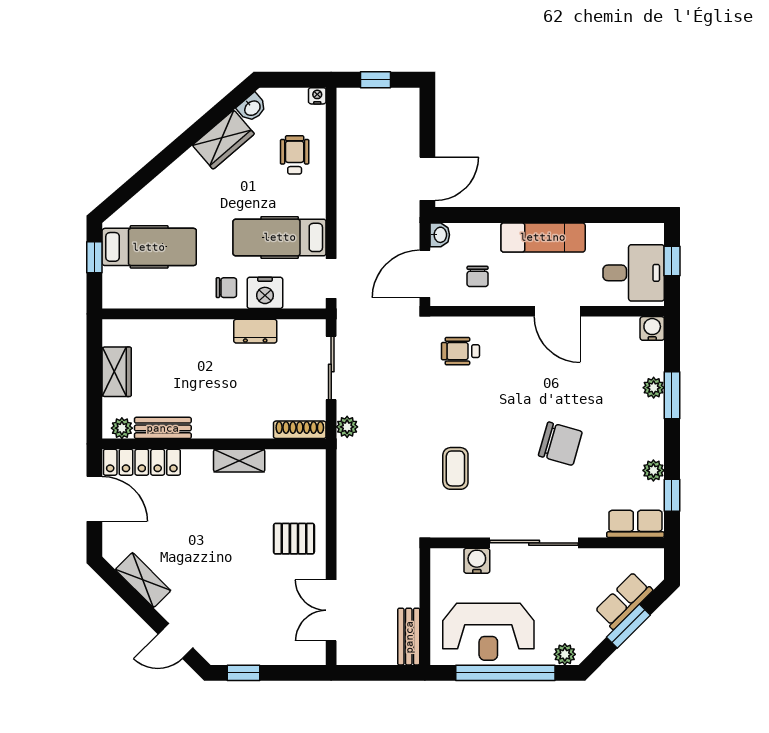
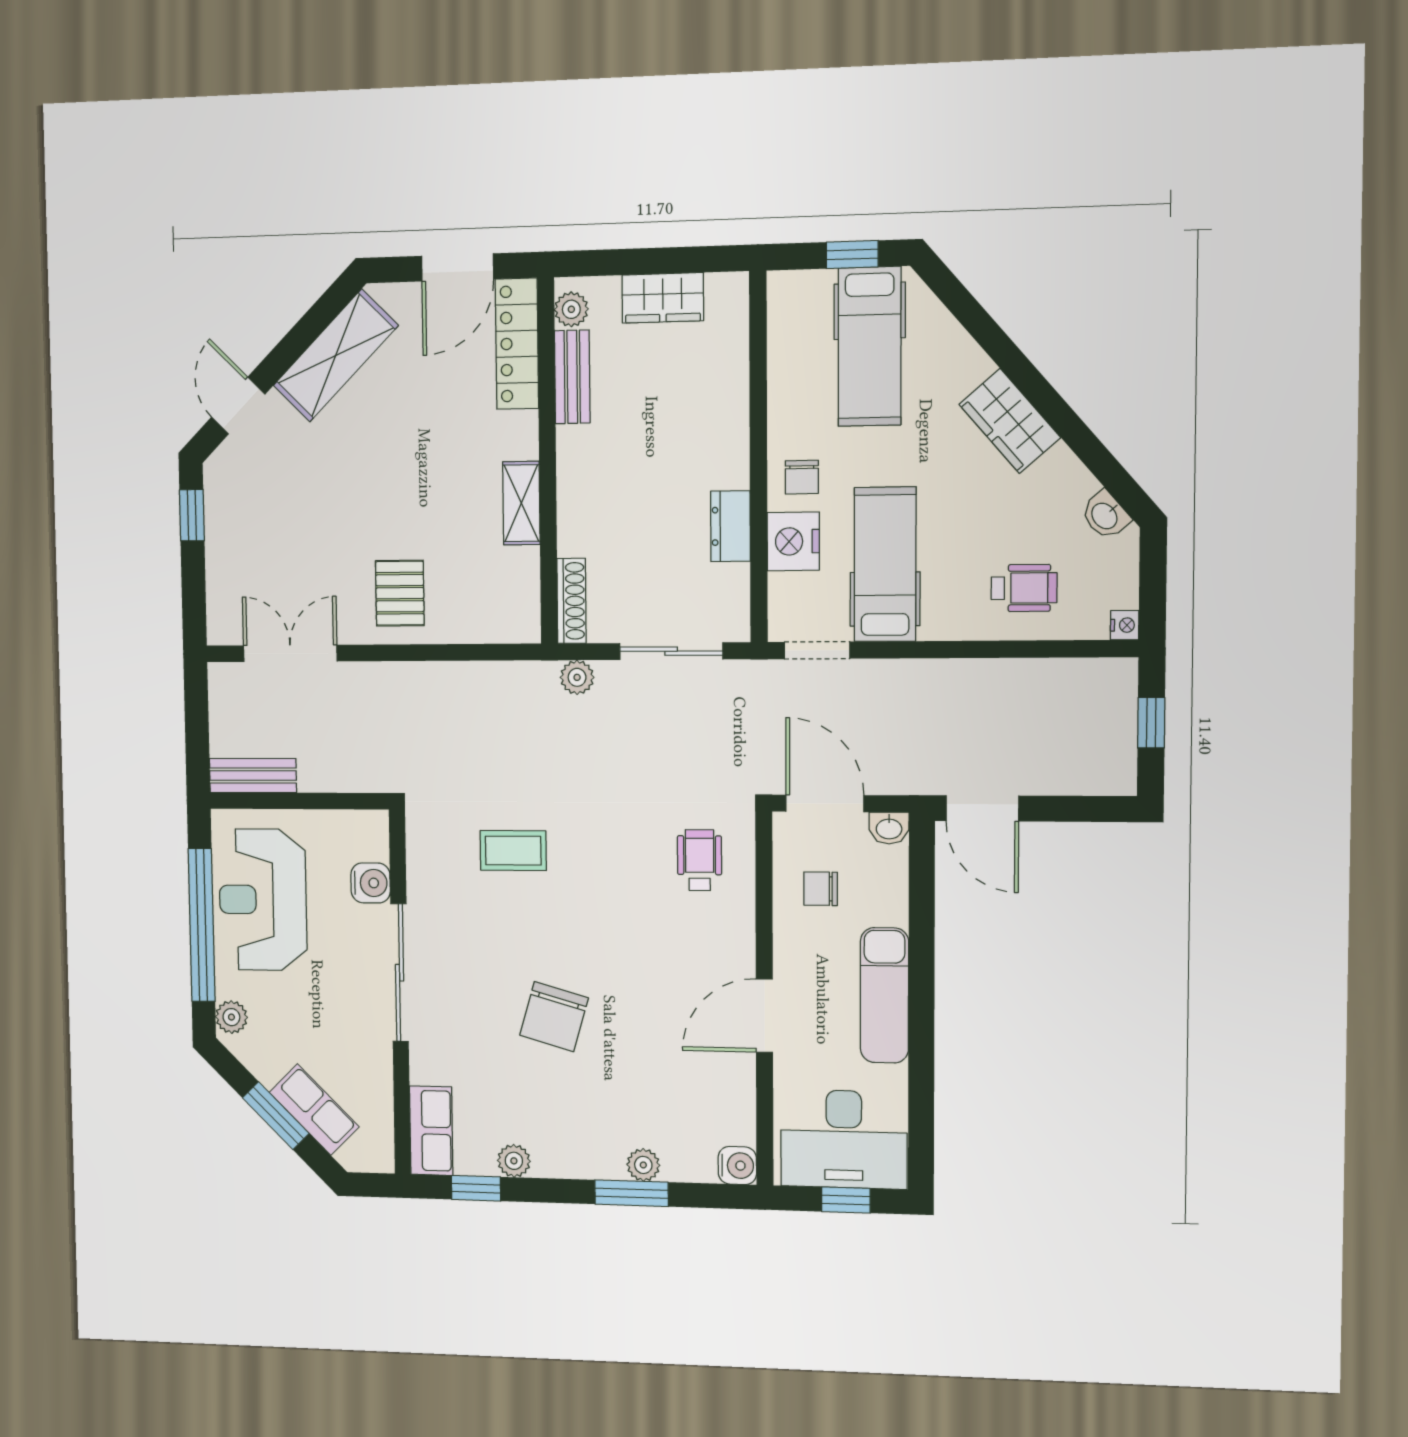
wardrobe: (223, 140) -> (1010, 421), moved
desk: (634, 273) -> (844, 1139), width x1.37
shelving: (143, 580) -> (336, 356), width x1.50, depth x1.33

